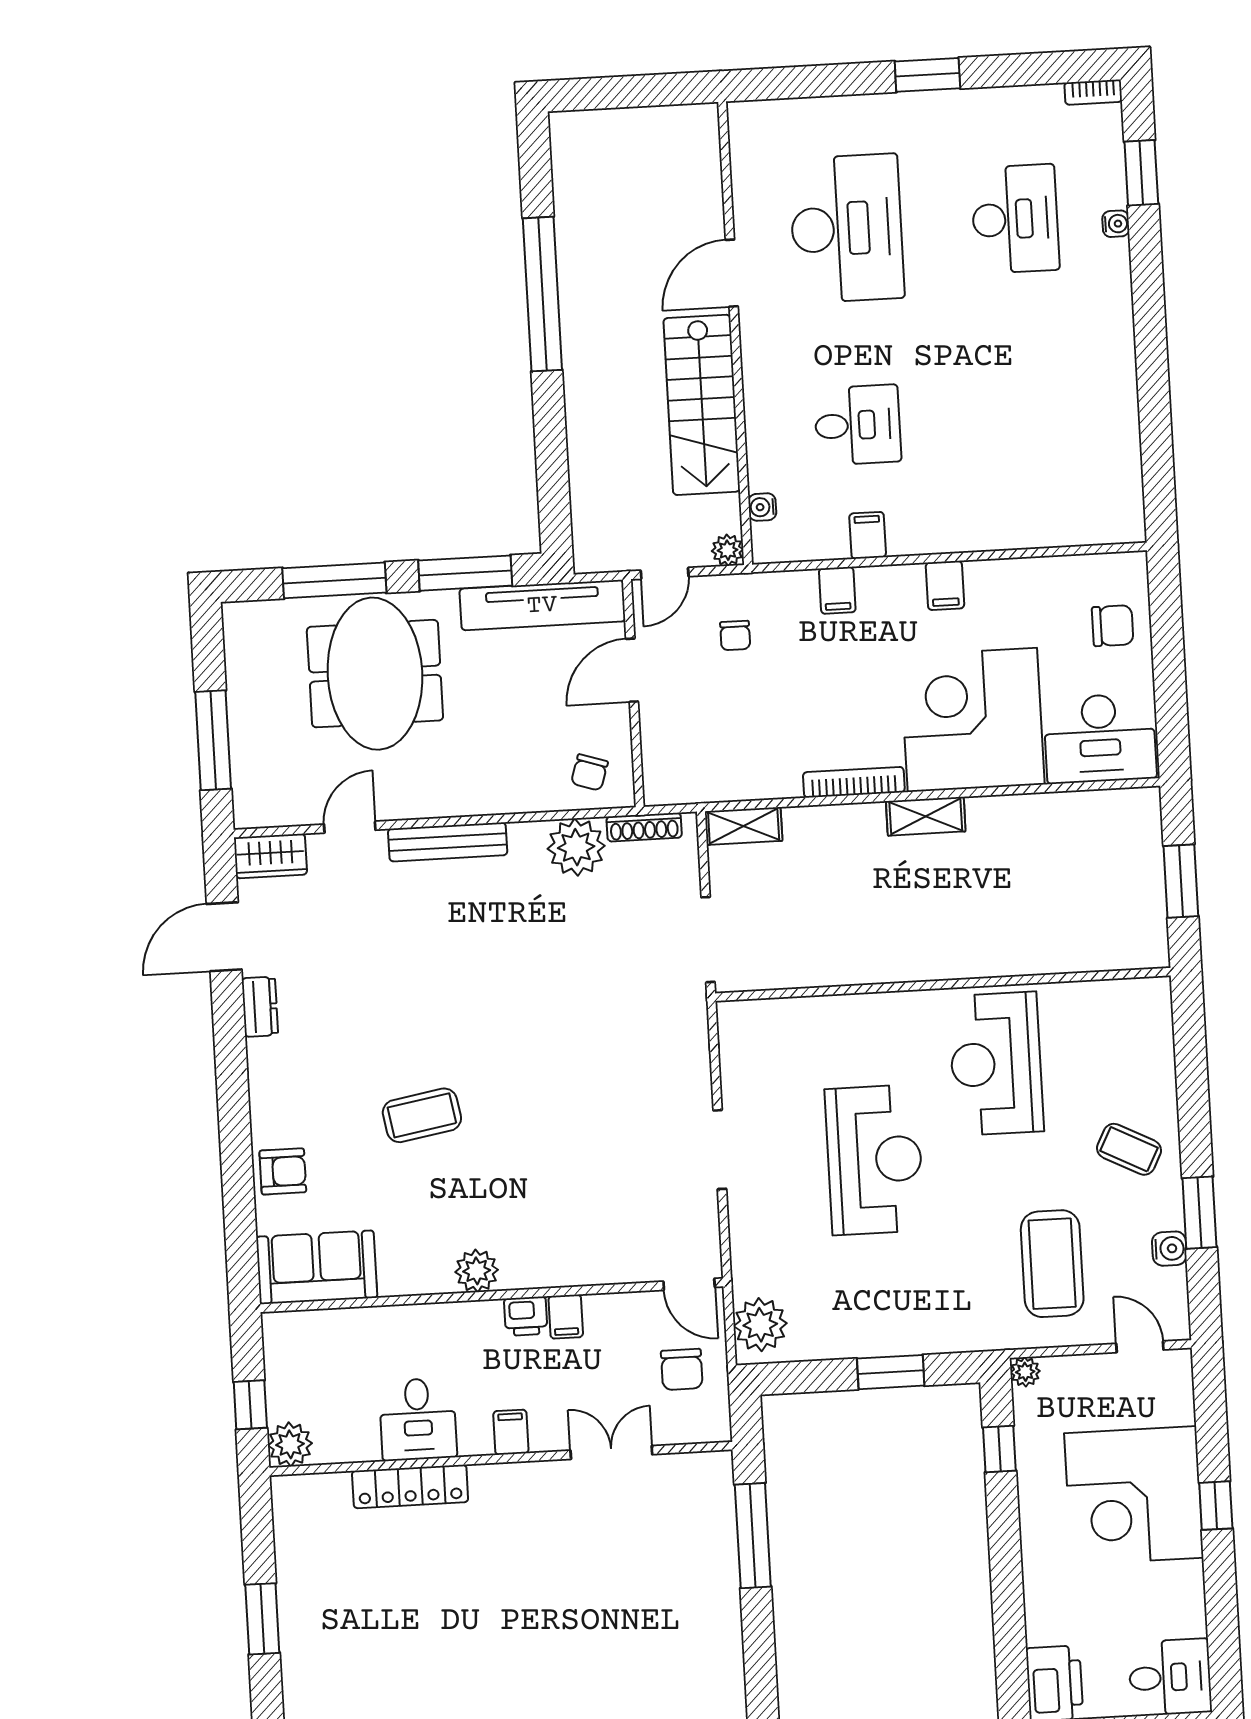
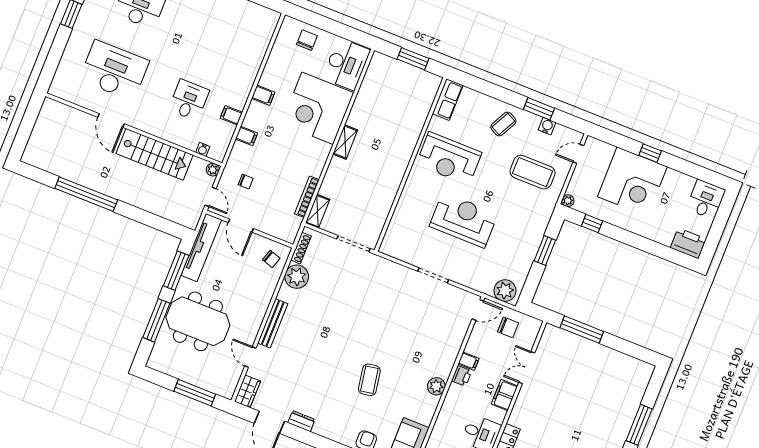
bookcase: (854, 782) -> (307, 197), moved
row of seats: (1126, 1000) -> (448, 100), added
filing cabinet: (511, 1432) -> (504, 395), width x2.00

